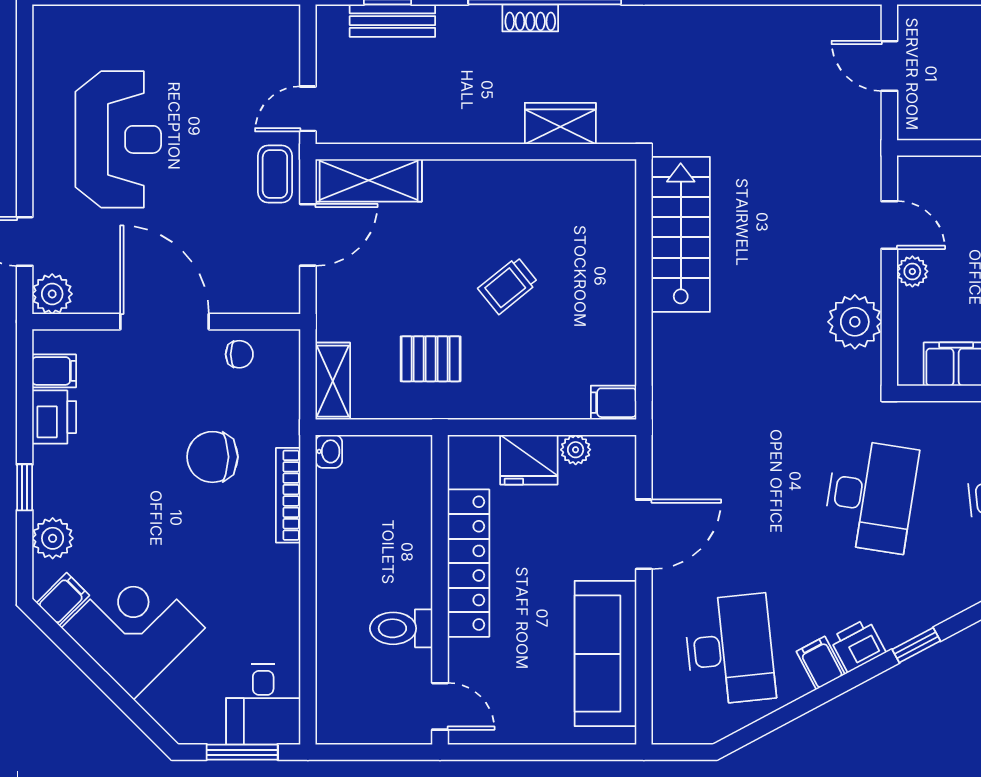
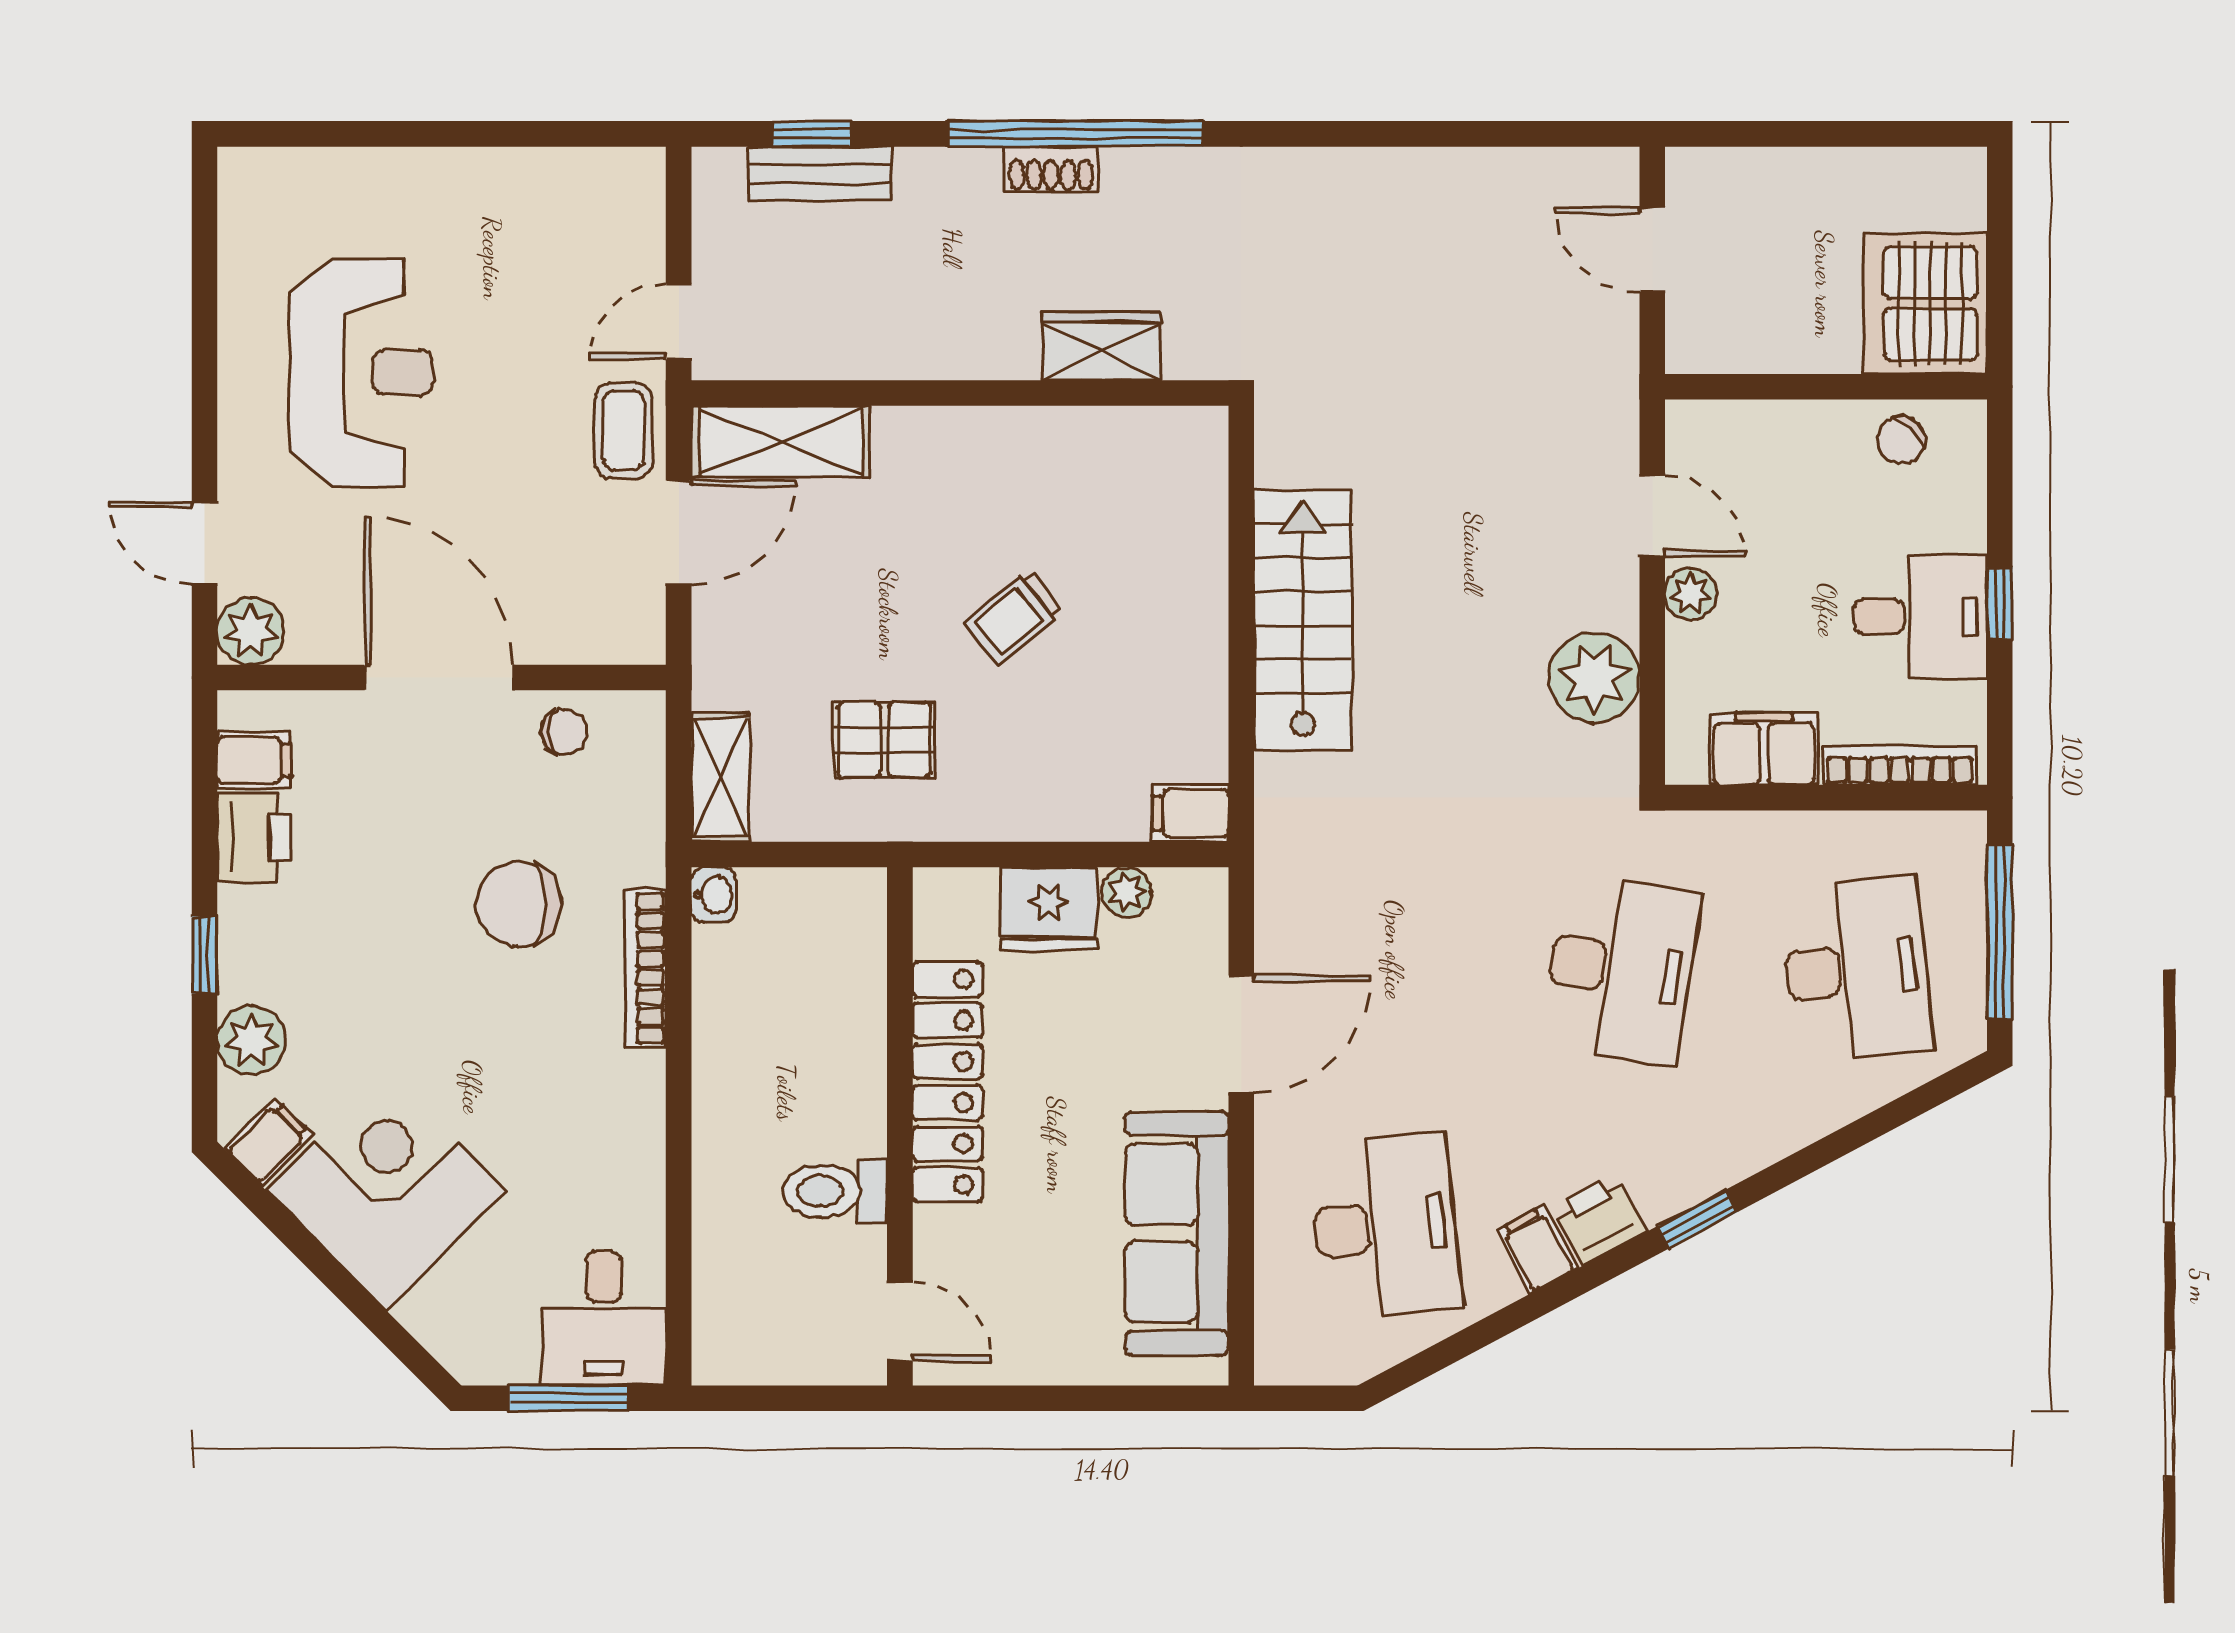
stairs: (681, 234) -> (1303, 620), moved

